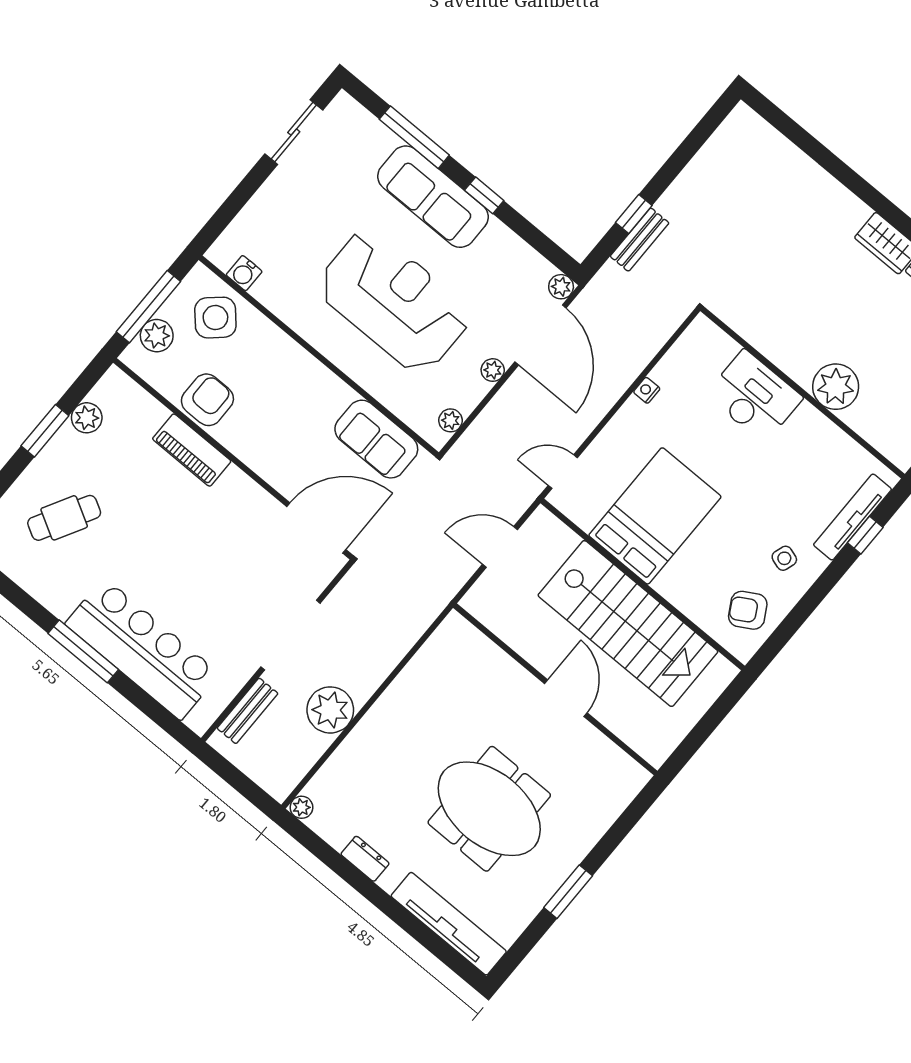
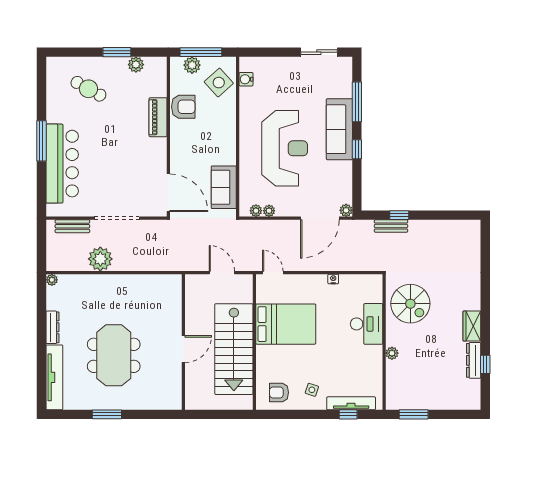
spiral stairs: (778, 307) -> (410, 304), added
plant: (493, 370) -> (269, 211), moved
plant: (836, 387) -> (392, 353), width x0.53, depth x0.53
armchair: (748, 610) -> (279, 392), turned -60
dresser: (365, 859) -> (52, 327), width x1.44

